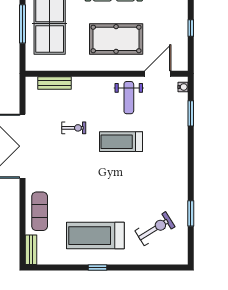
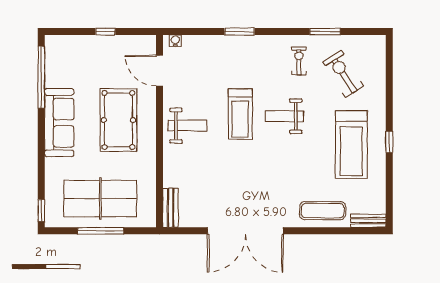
bench: (55, 83) -> (170, 208), moved
weight bench: (129, 98) -> (187, 126), moved
window: (191, 113) -> (240, 32), moved
exercise bike: (74, 128) -> (299, 61), moved
weight bench: (119, 179) -> (284, 116), added

